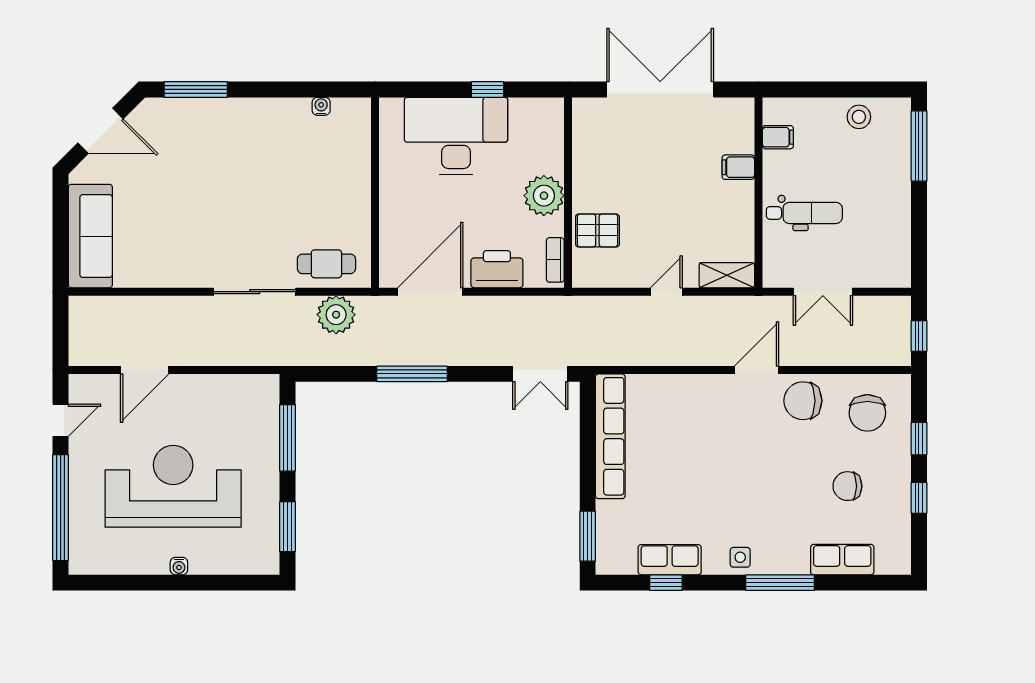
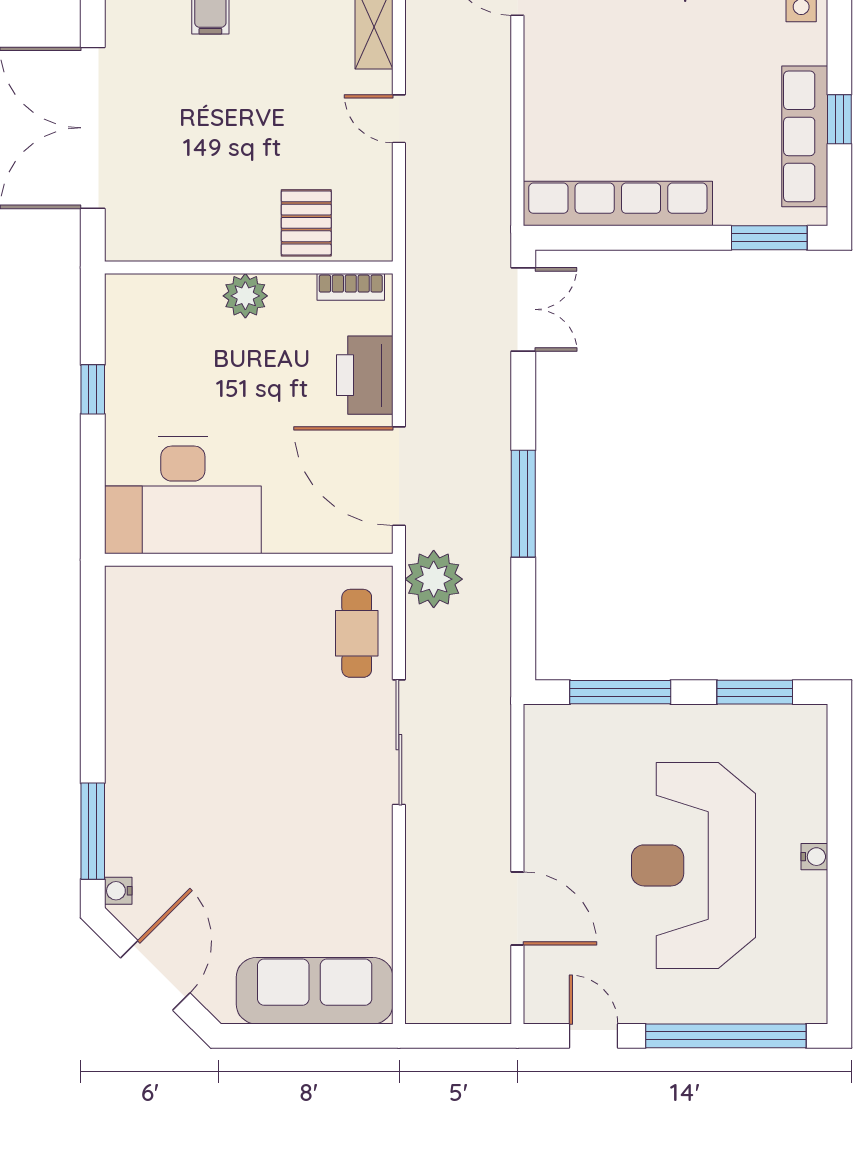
water cooler: (321, 106) -> (118, 891), moved
desk: (456, 136) -> (183, 495), moved, turned -90
plant: (544, 196) -> (245, 296), width x0.73, depth x0.73
plant: (336, 315) -> (434, 579), moved
row of seats: (670, 560) -> (805, 136), width x1.48

